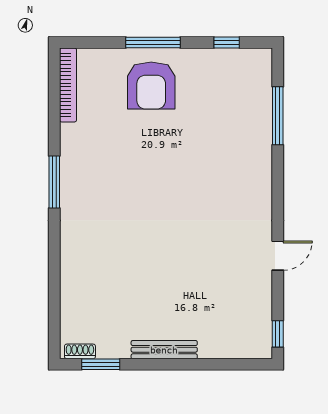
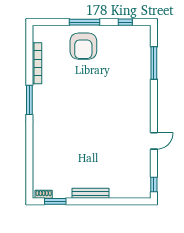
bookcase: (68, 85) -> (37, 63), moved

